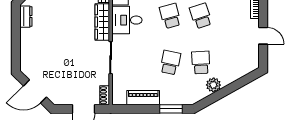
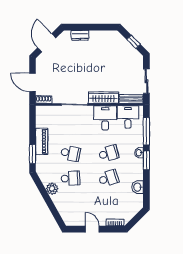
dresser: (26, 17) -> (80, 35), moved
door: (263, 36) -> (92, 229), swing flipped
piano: (143, 98) -> (42, 141), moved

